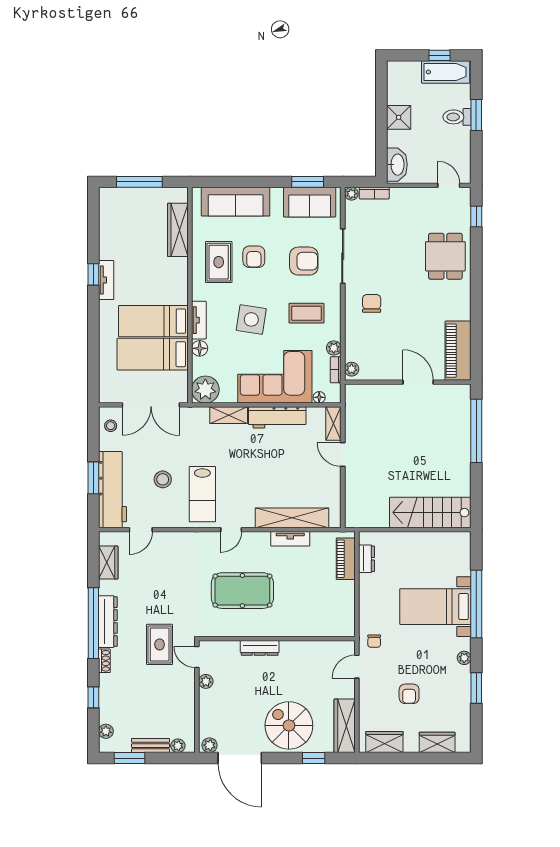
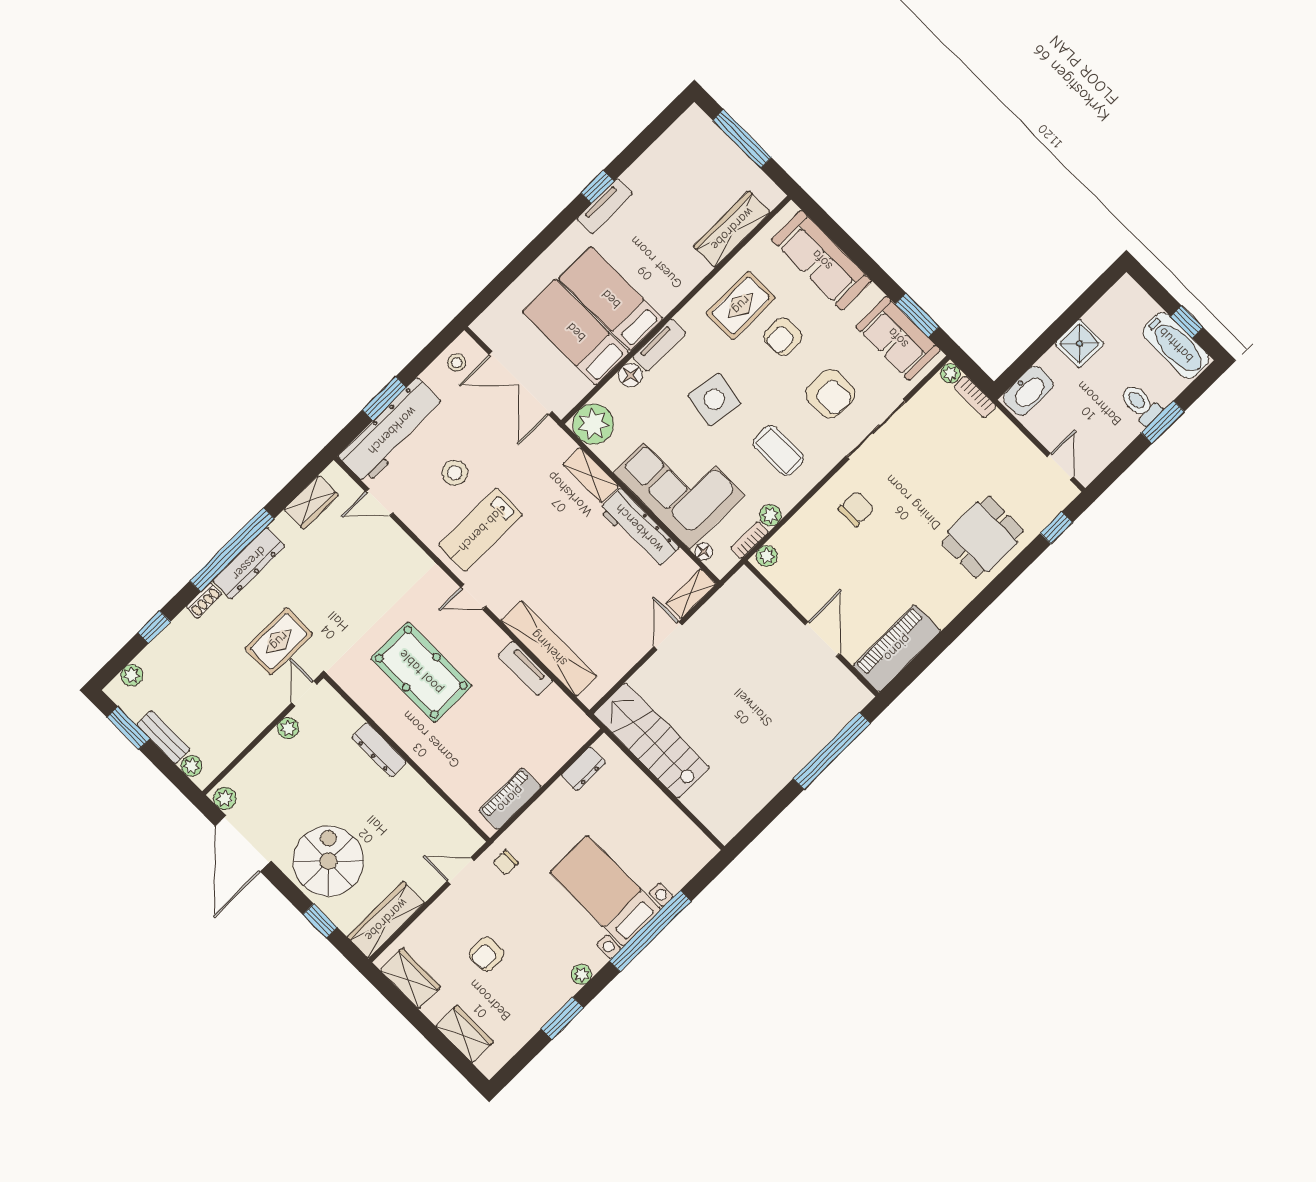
stairs: (430, 513) -> (652, 740), moved
piano: (346, 559) -> (510, 799), moved

